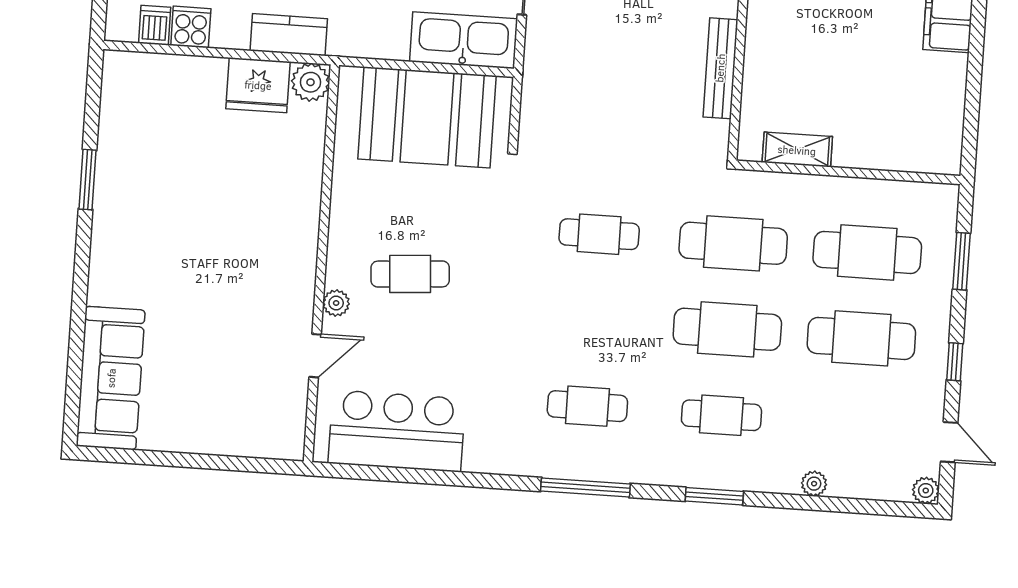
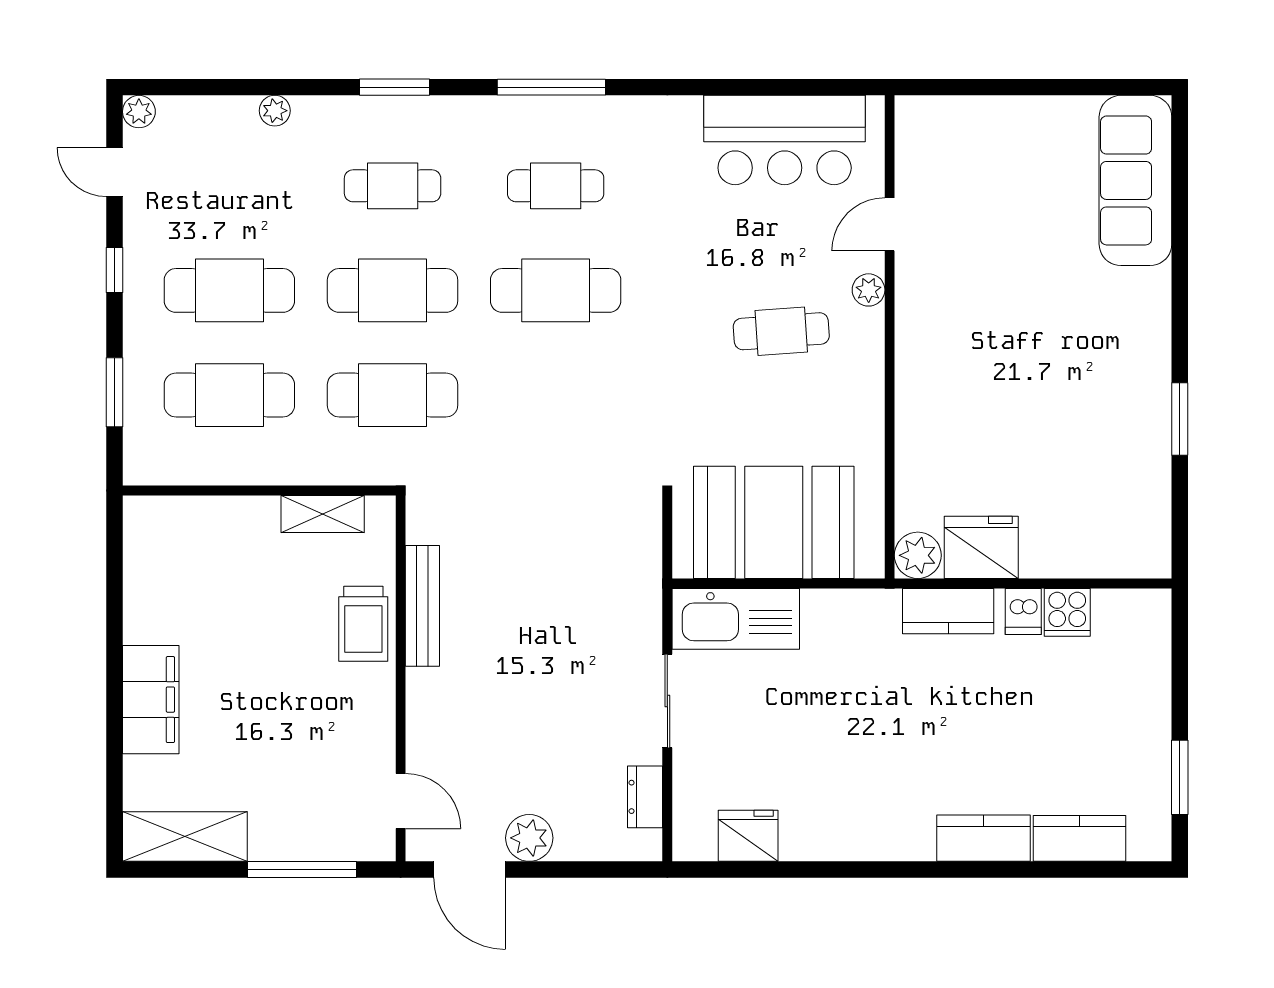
dishwasher: (155, 25) -> (1023, 611), moved
trolley: (770, 57) -> (363, 624), added
cafe table: (599, 234) -> (556, 290), moved, width x1.37, depth x1.35

